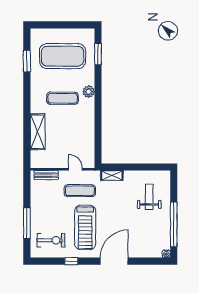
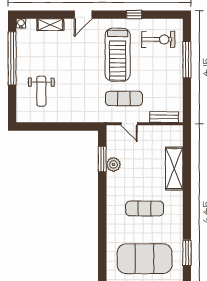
window: (98, 54) -> (102, 159), moved
plant: (89, 92) -> (113, 164), moved
shelving: (112, 175) -> (50, 25), moved
treadmill: (85, 227) -> (118, 55), turned 180
exercise bike: (51, 240) -> (158, 39), turned 180
door: (114, 261) -> (83, 15), width x0.53

